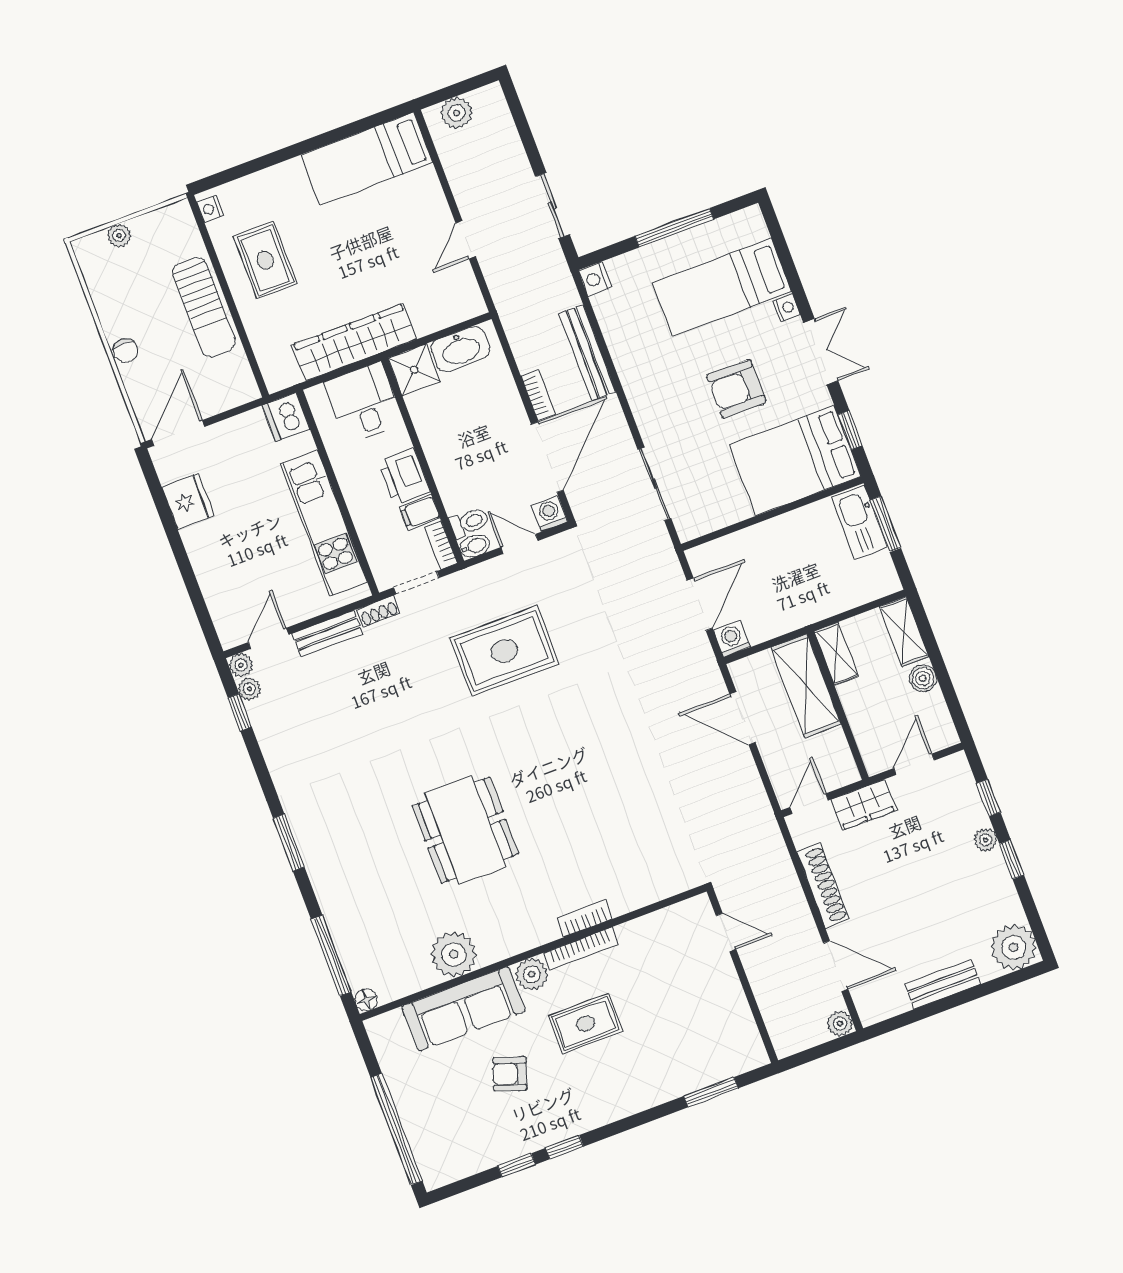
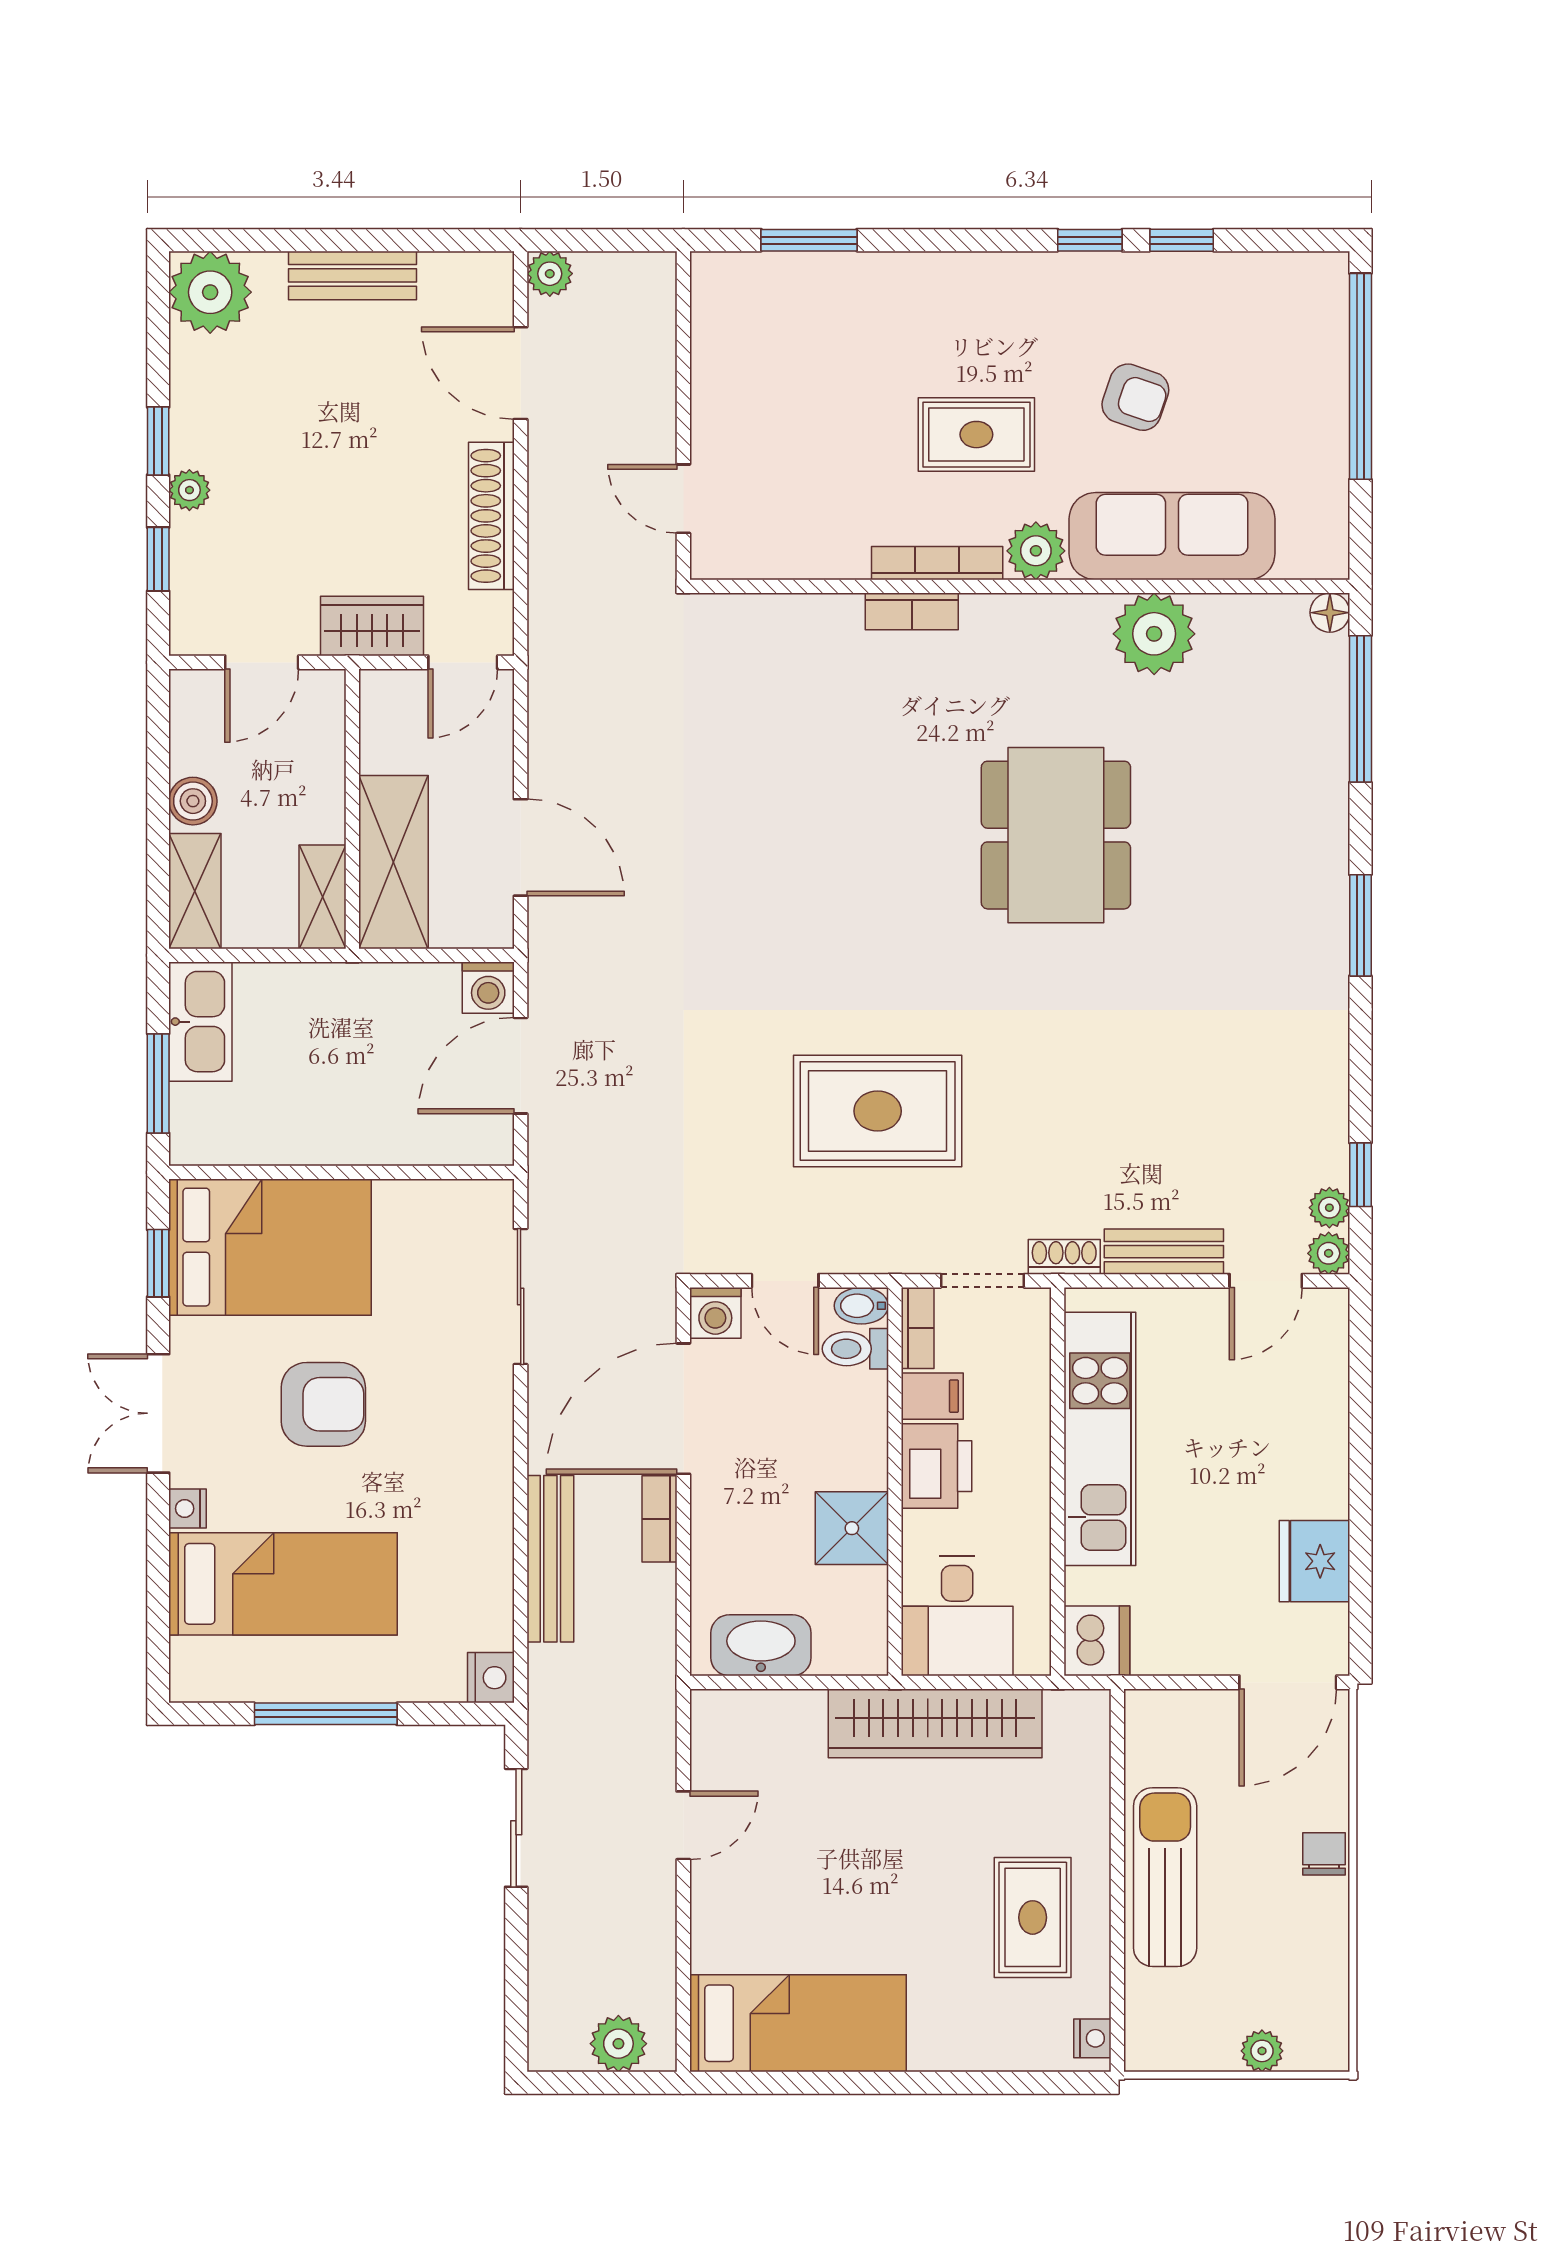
shower: (414, 370) -> (852, 1528), moved
kitchen sink: (860, 522) -> (200, 1022), moved

